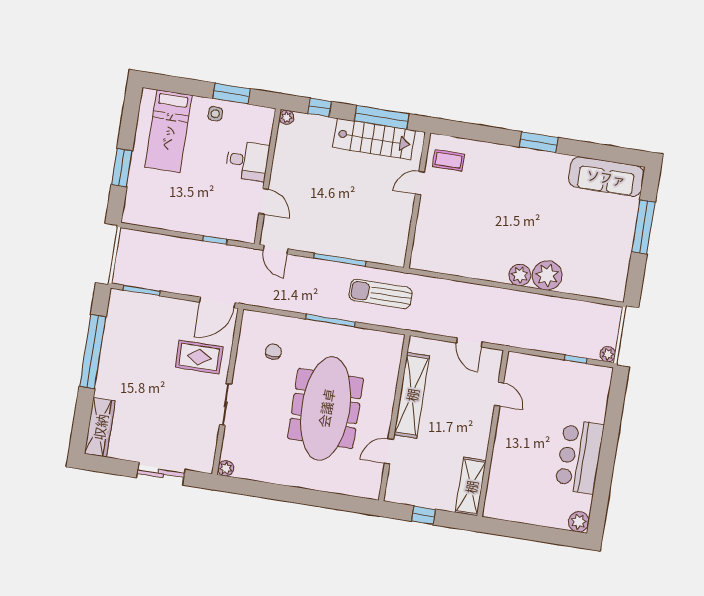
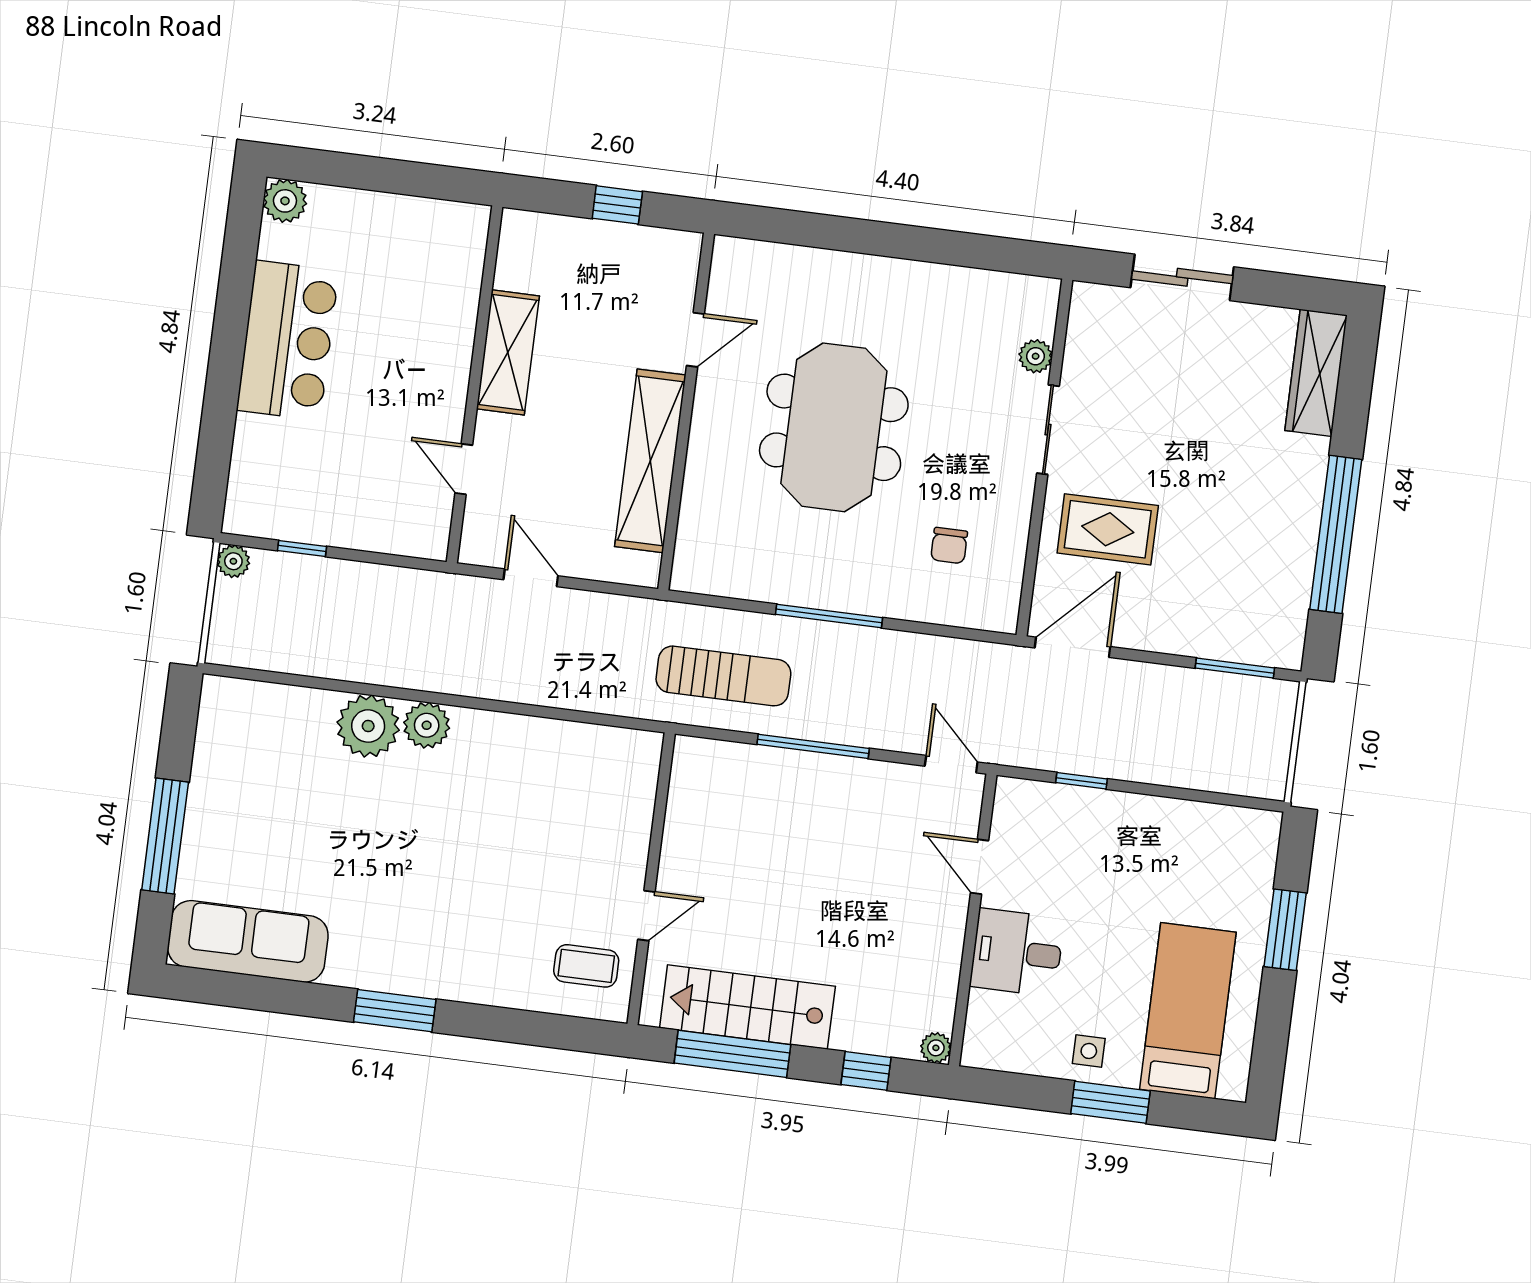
window: (232, 94) -> (1110, 1102), moved
meeting table: (326, 408) -> (834, 427), width x0.73
plant: (226, 468) -> (1036, 356), moved
shelving: (471, 487) -> (508, 352), moved

